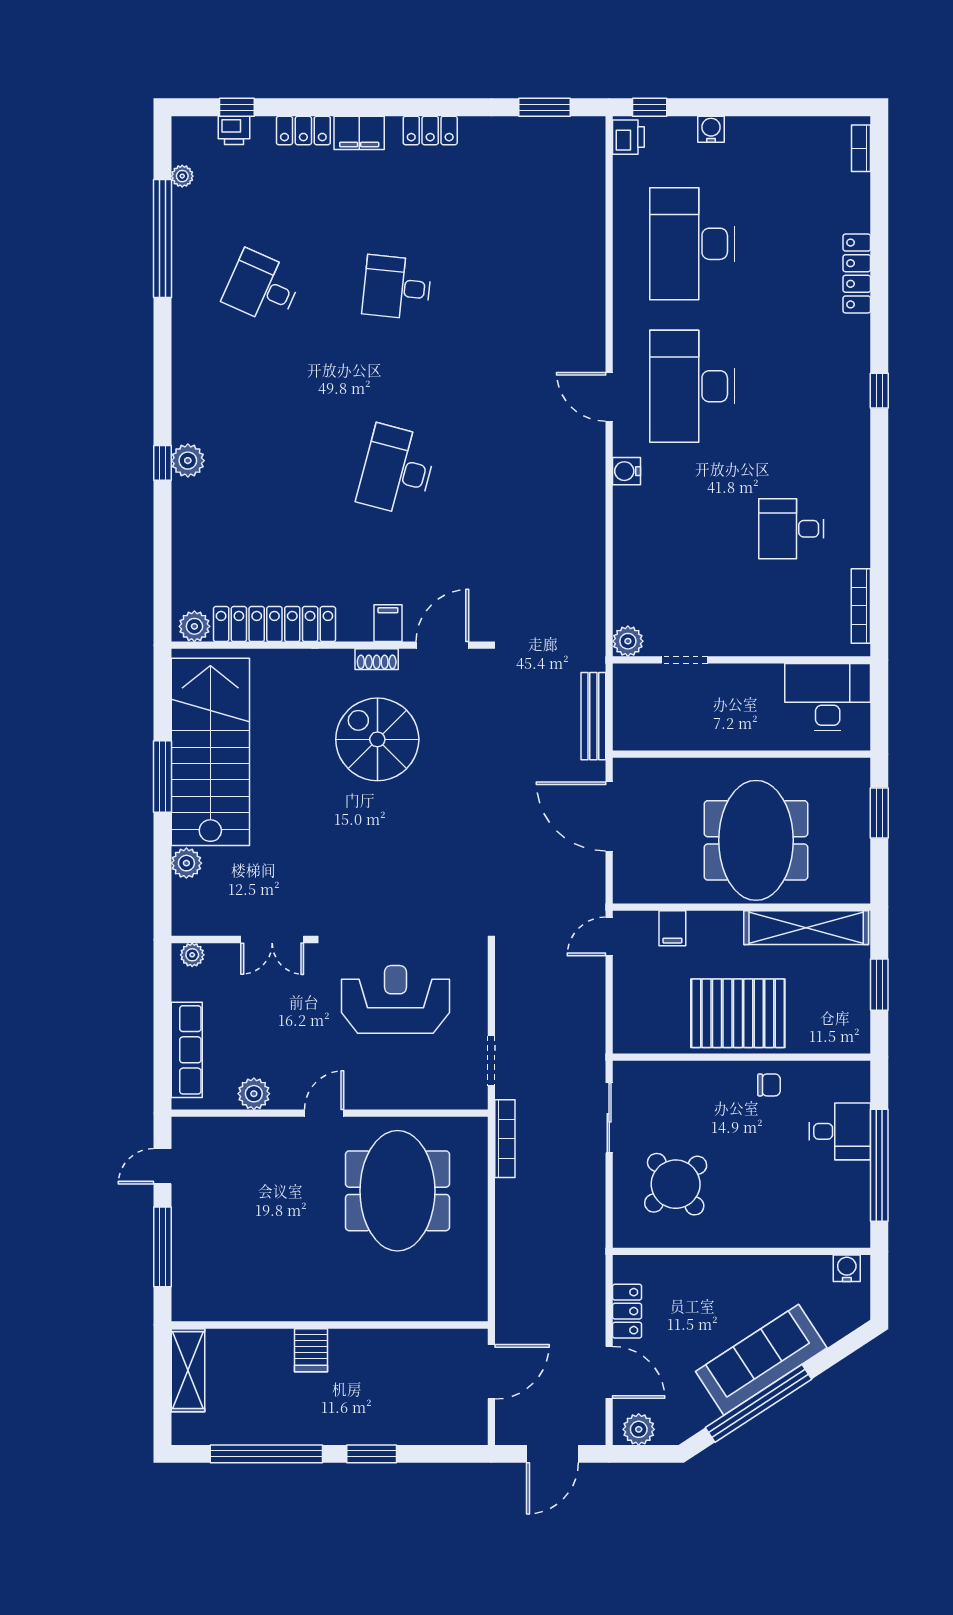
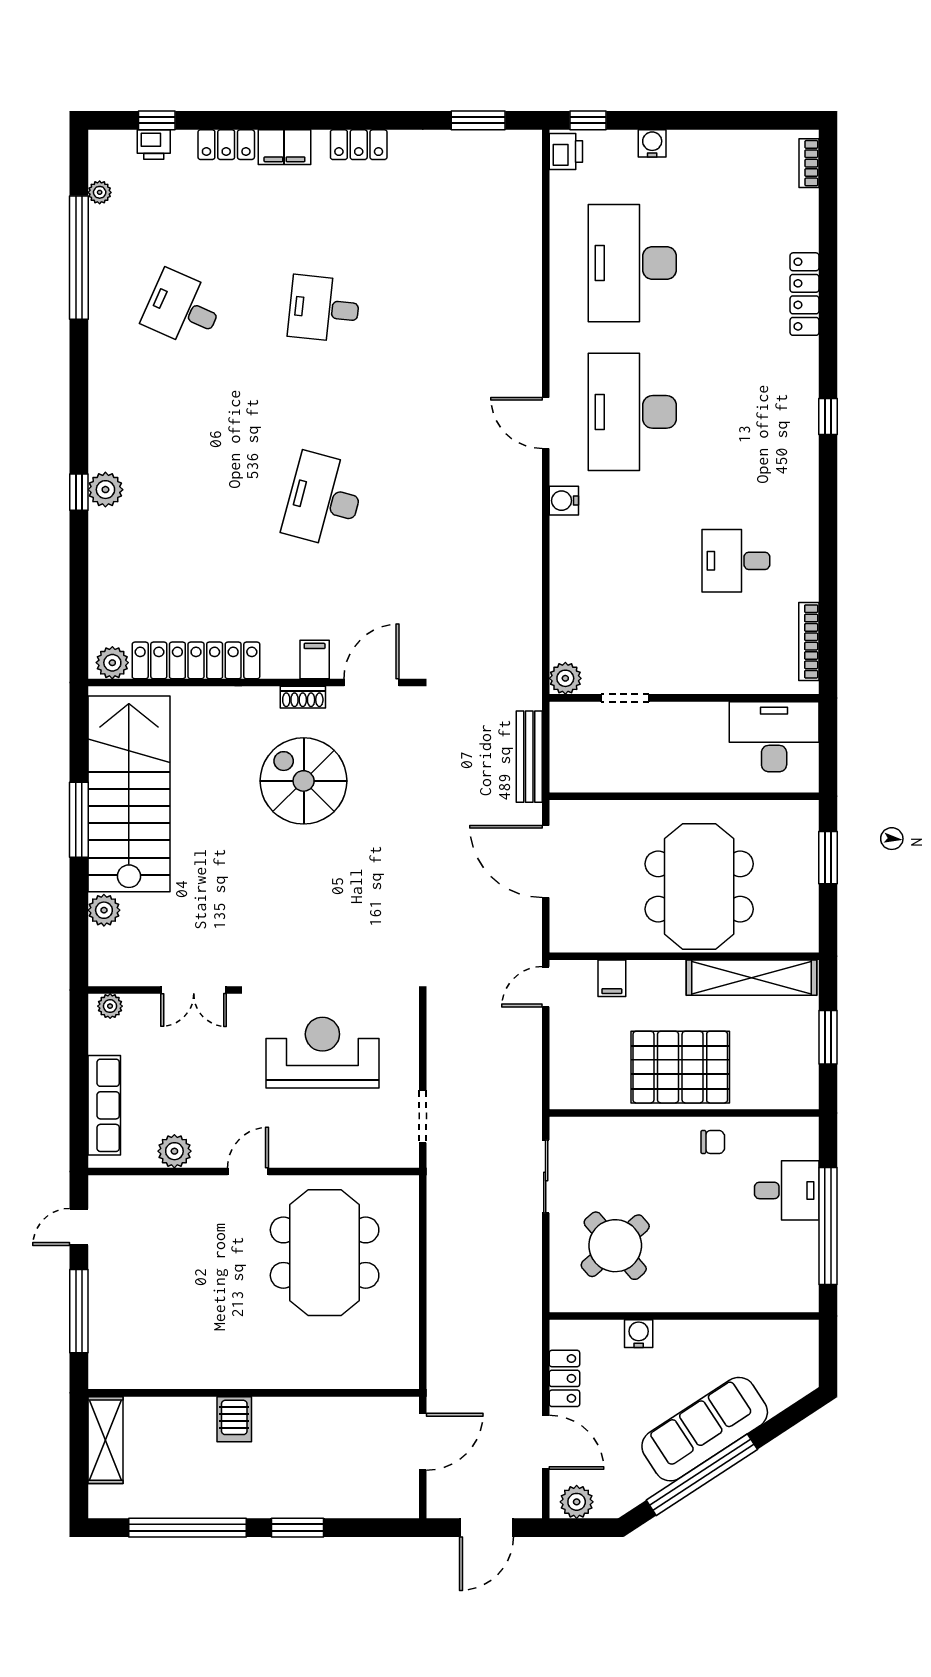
bookcase: (505, 1139) -> (437, 1198), removed
water cooler: (847, 1268) -> (639, 1334), moved

